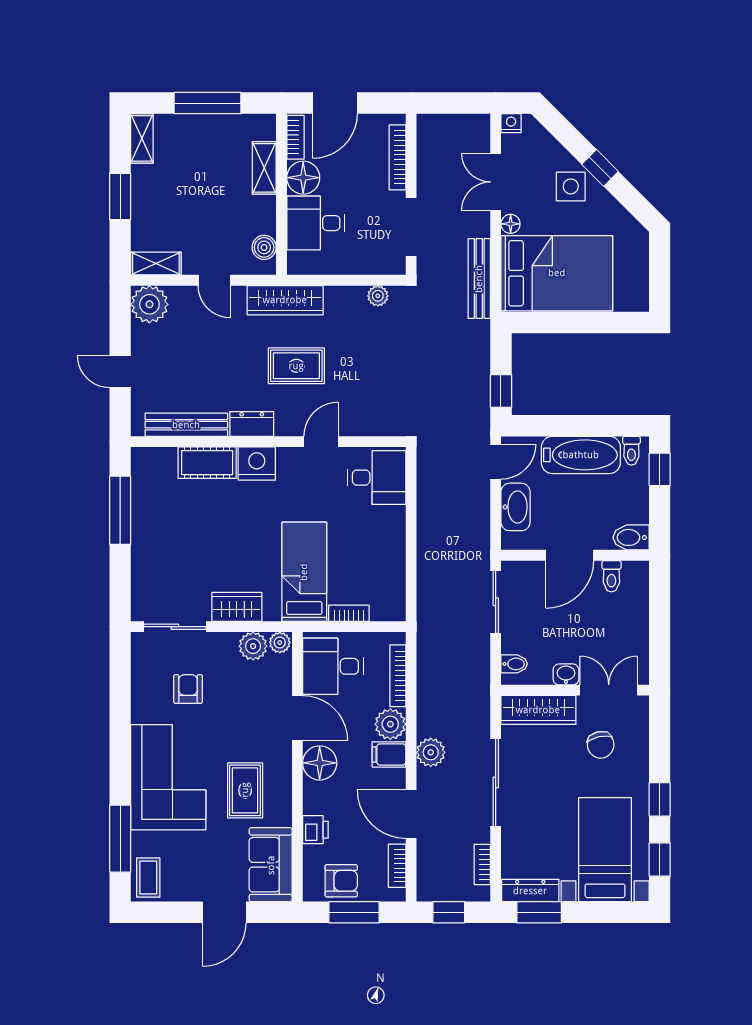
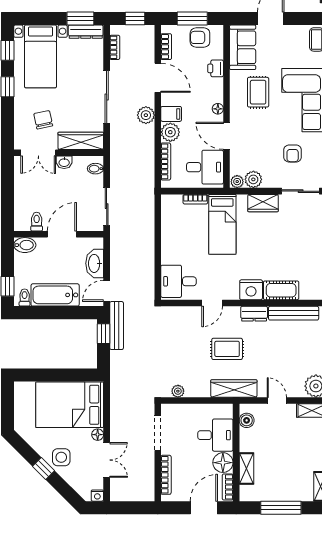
bench: (479, 279) -> (117, 326), moved
floor lamp: (320, 763) -> (218, 109), width x0.53, depth x0.53

